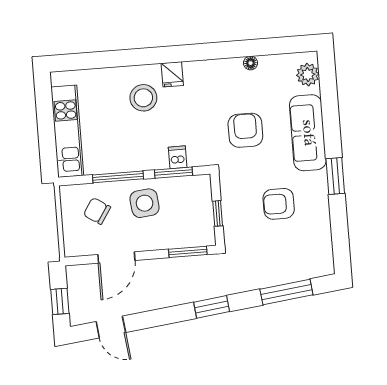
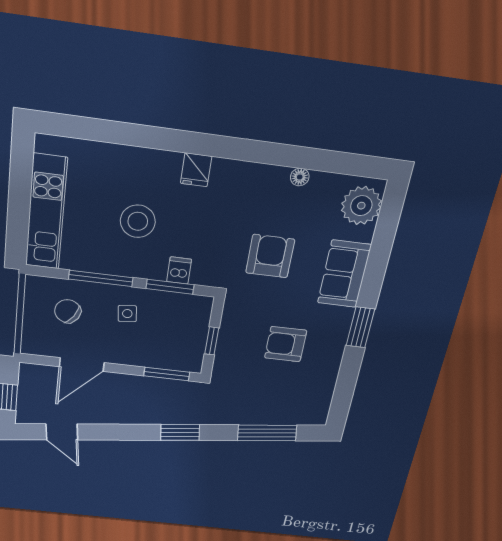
plant: (308, 75) -> (361, 206), width x1.36, depth x1.36
stool: (143, 98) -> (138, 221), moved
sofa: (308, 133) -> (344, 274), width x0.73
side table: (145, 203) -> (127, 314), width x0.54, depth x0.54

